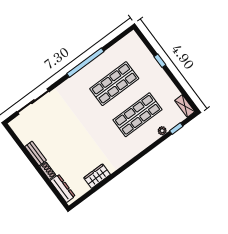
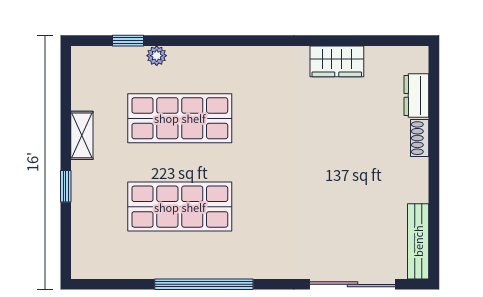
shelving: (185, 106) -> (82, 135), moved
bench: (36, 153) -> (418, 241), moved, width x1.36
dresser: (63, 188) -> (416, 95), width x0.70

